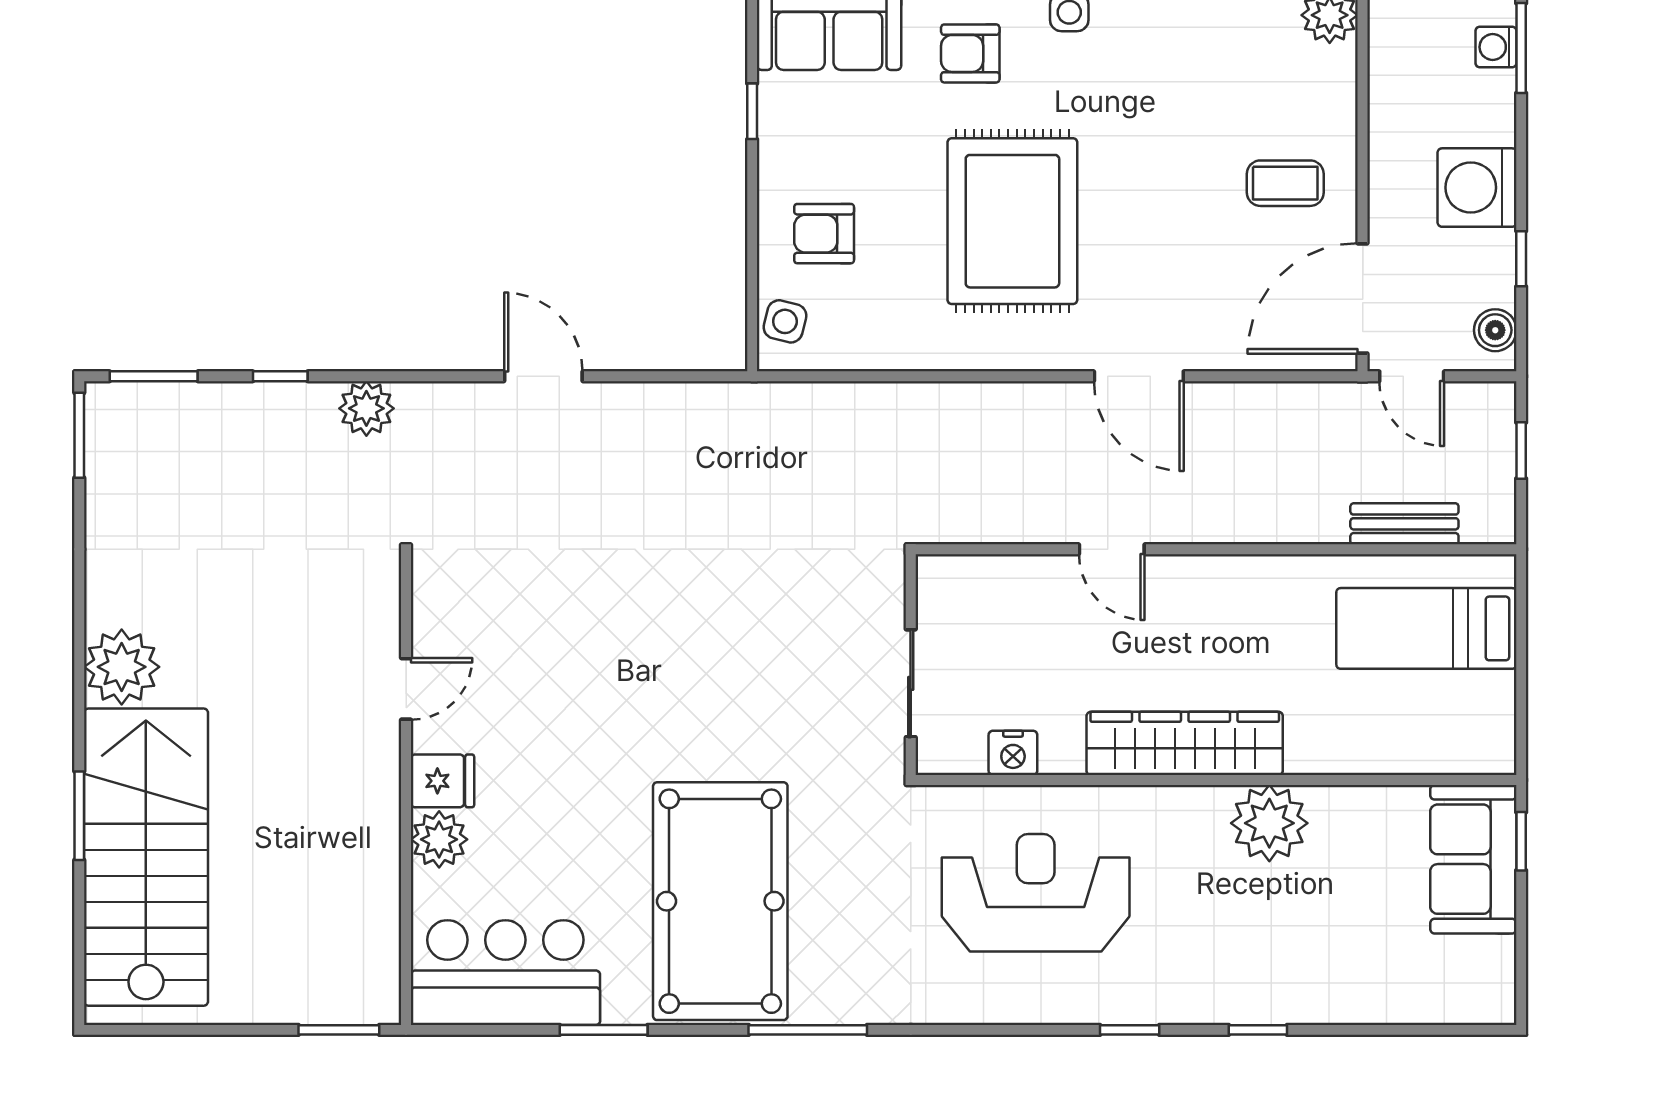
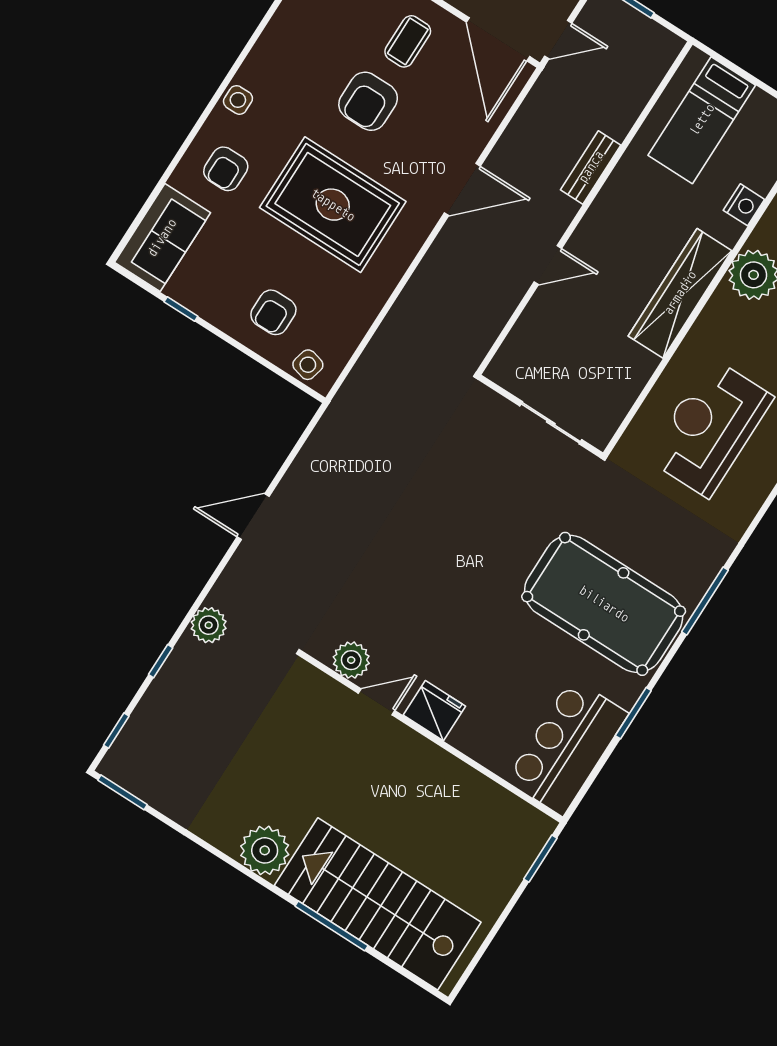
armchair: (1175, 181) -> (368, 101), added
window: (154, 376) -> (116, 731), width x0.67
bench: (1404, 524) -> (591, 167), moved
door: (406, 689) -> (377, 702), hinge flipped
nightstand: (1013, 753) -> (744, 205), moved
fridge: (442, 781) -> (434, 711), width x1.38
window: (79, 816) -> (331, 926), width x1.44
plant: (439, 839) -> (351, 660), moved

